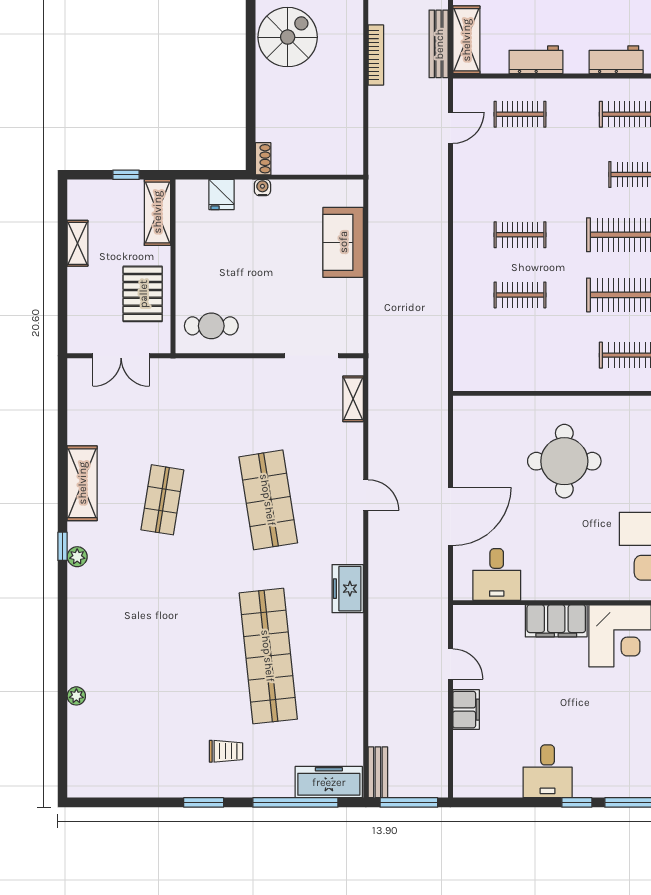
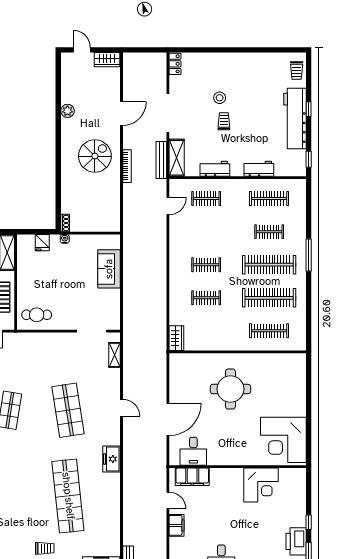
spiral stairs: (288, 37) -> (95, 156), moved
wardrobe: (466, 368) -> (176, 338), added
filing cabinet: (556, 621) -> (192, 477), moved

